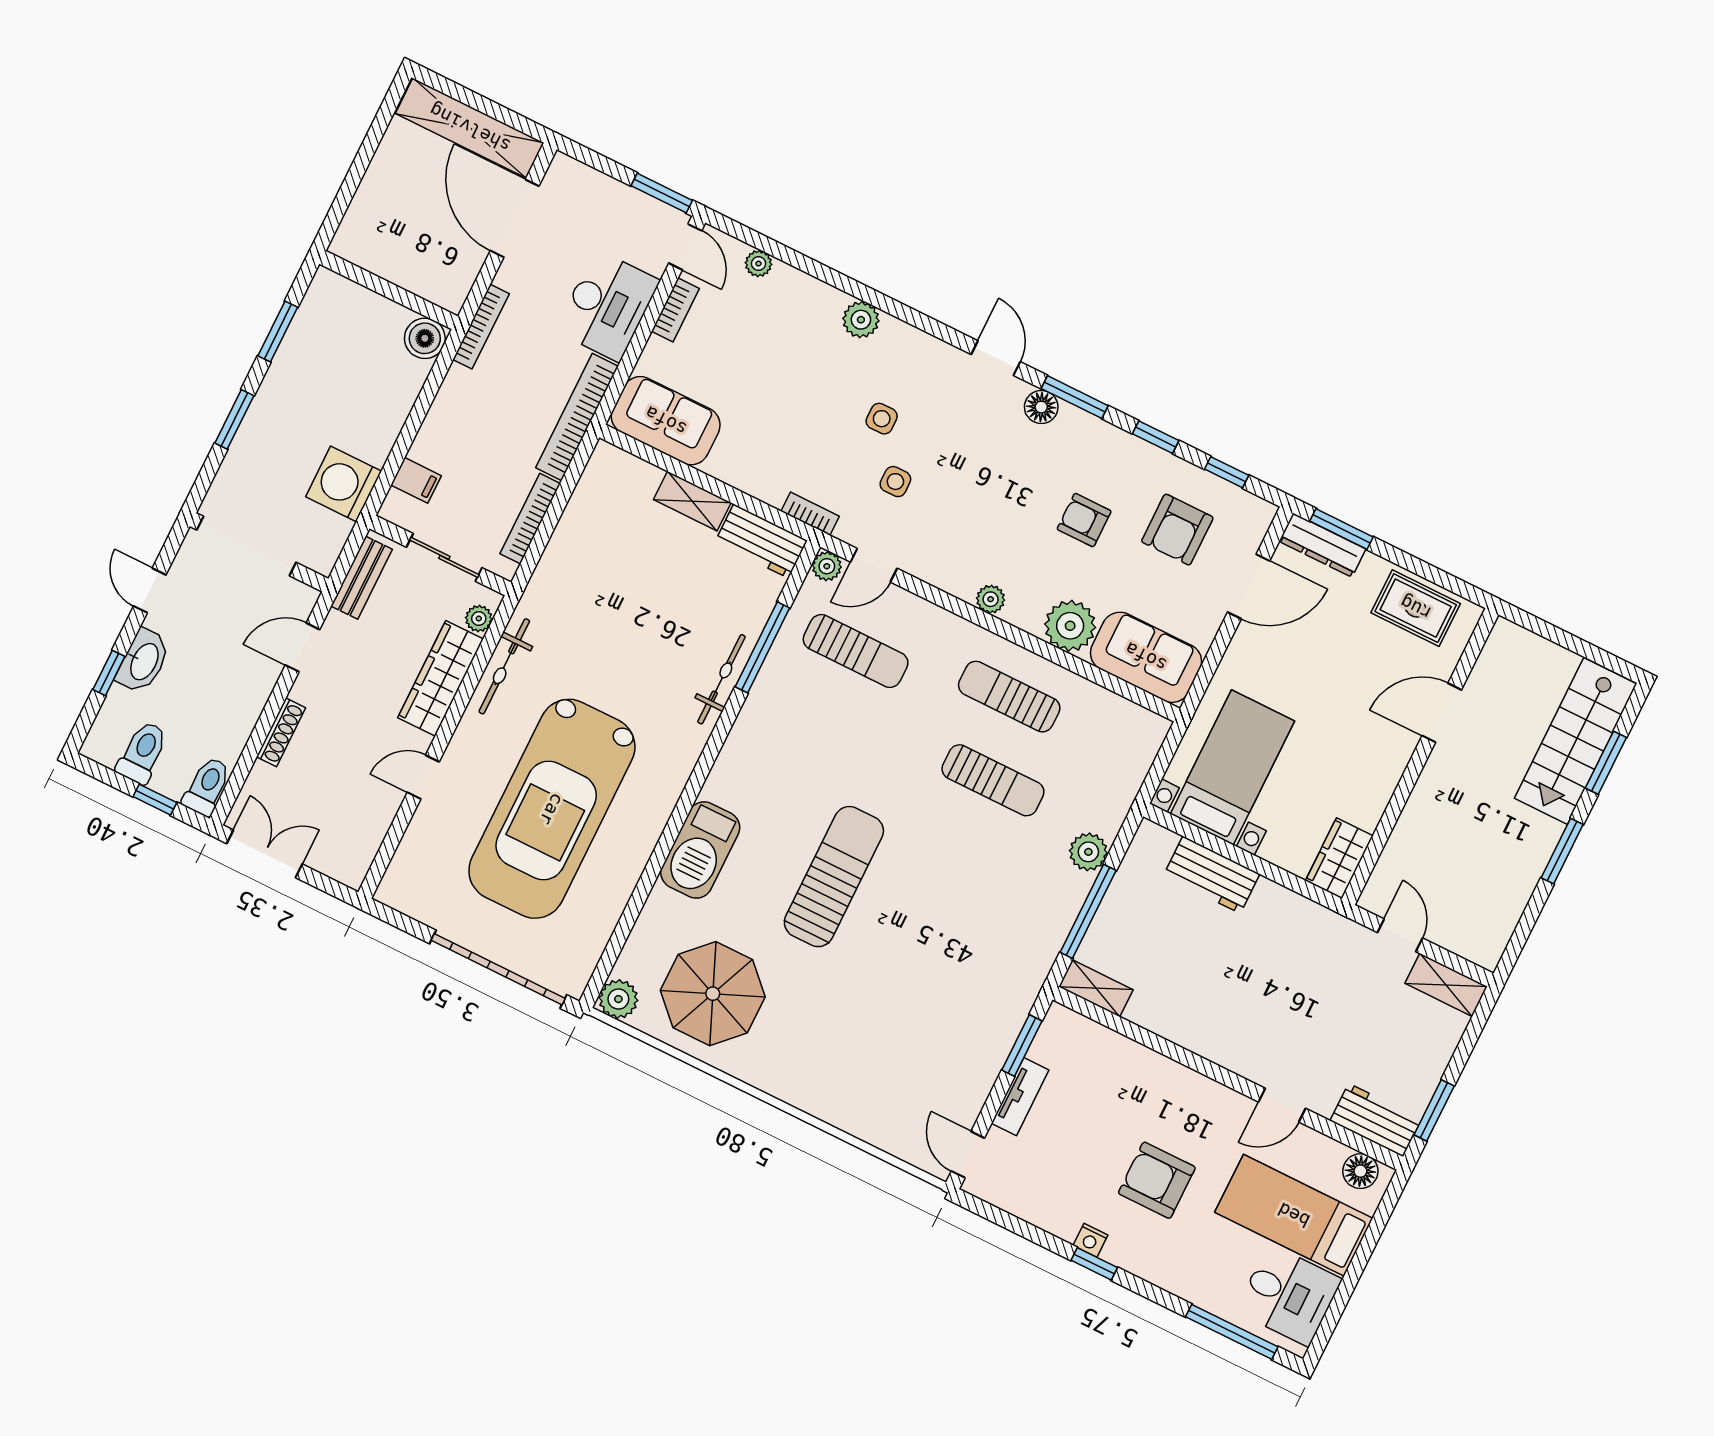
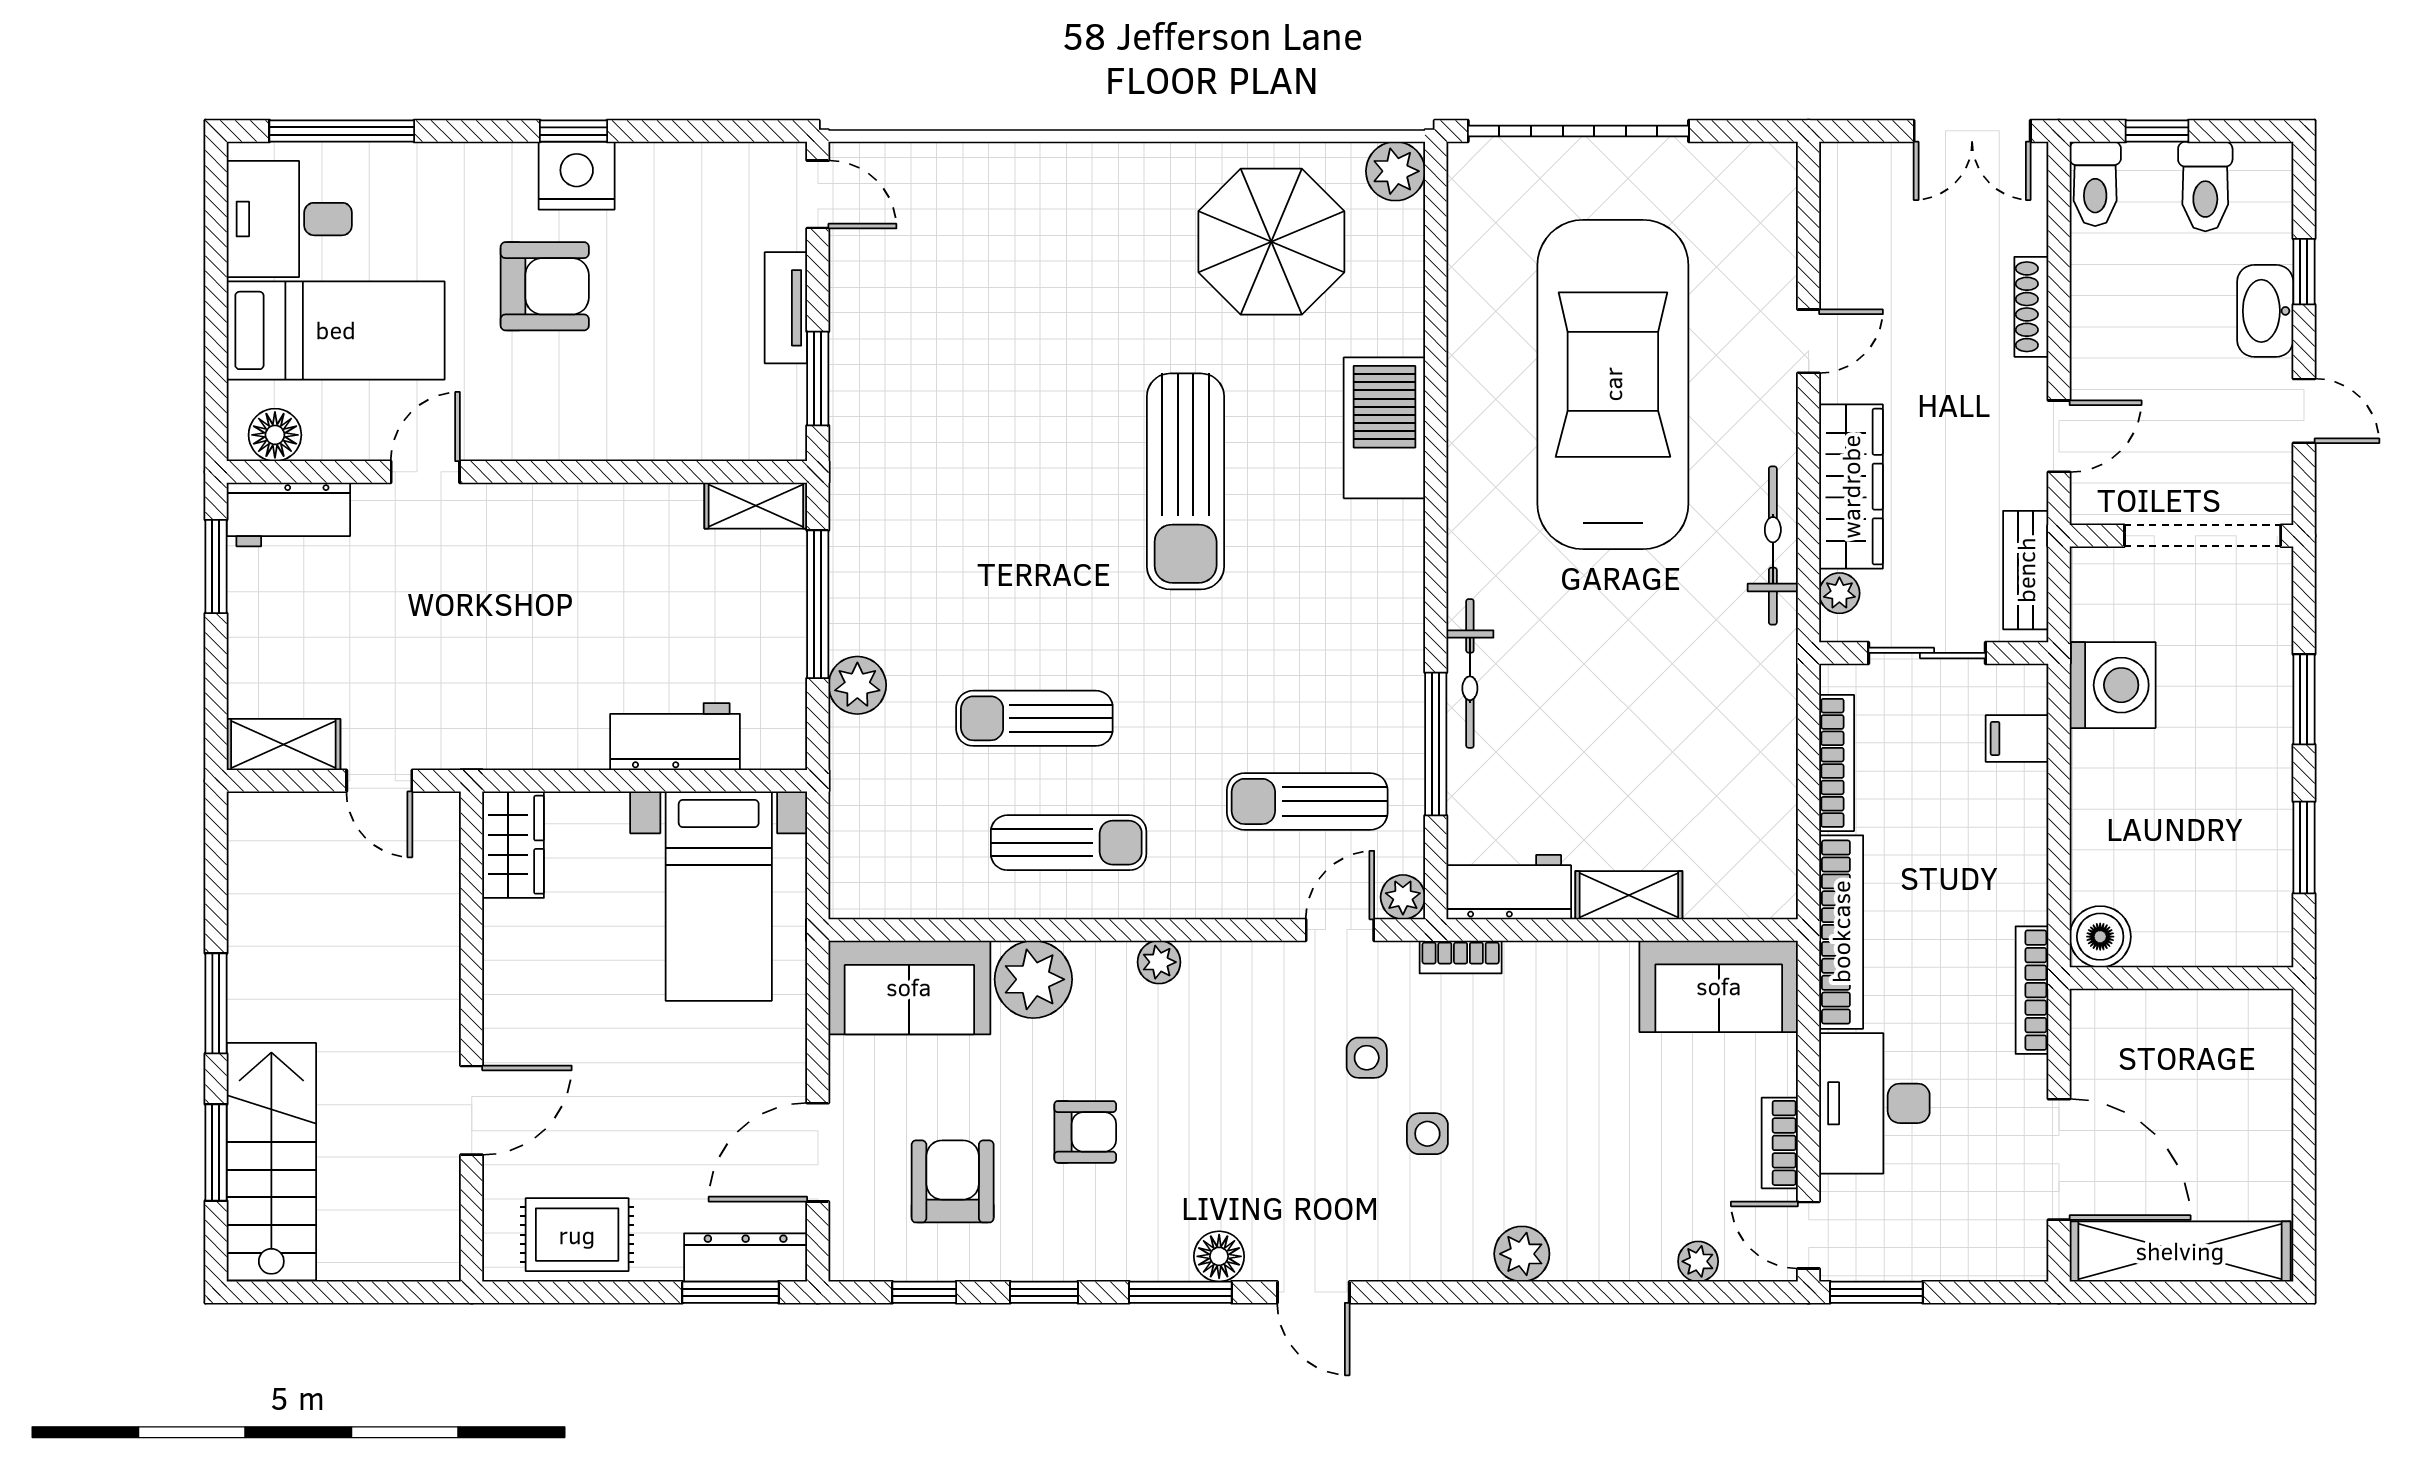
nightstand: (1090, 1240) -> (577, 176), width x1.89, depth x1.79

